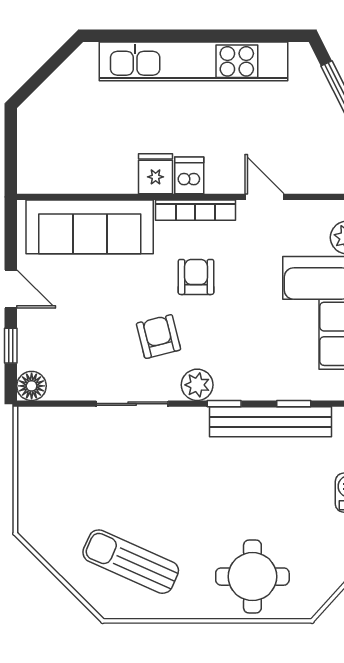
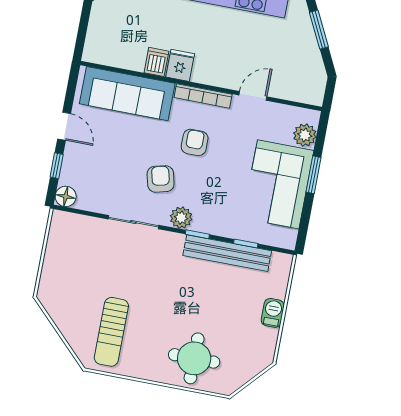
dishwasher: (189, 175) -> (156, 62), moved
door: (264, 197) -> (253, 96), hinge flipped
sun lounger: (131, 562) -> (111, 332), turned -114

